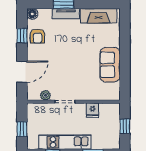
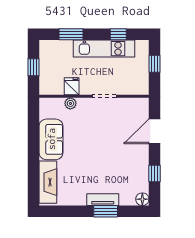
fireplace: (99, 16) -> (48, 182), moved, turned 90
armchair: (38, 36) -> (136, 173), removed
plant: (45, 95) -> (70, 103), moved

